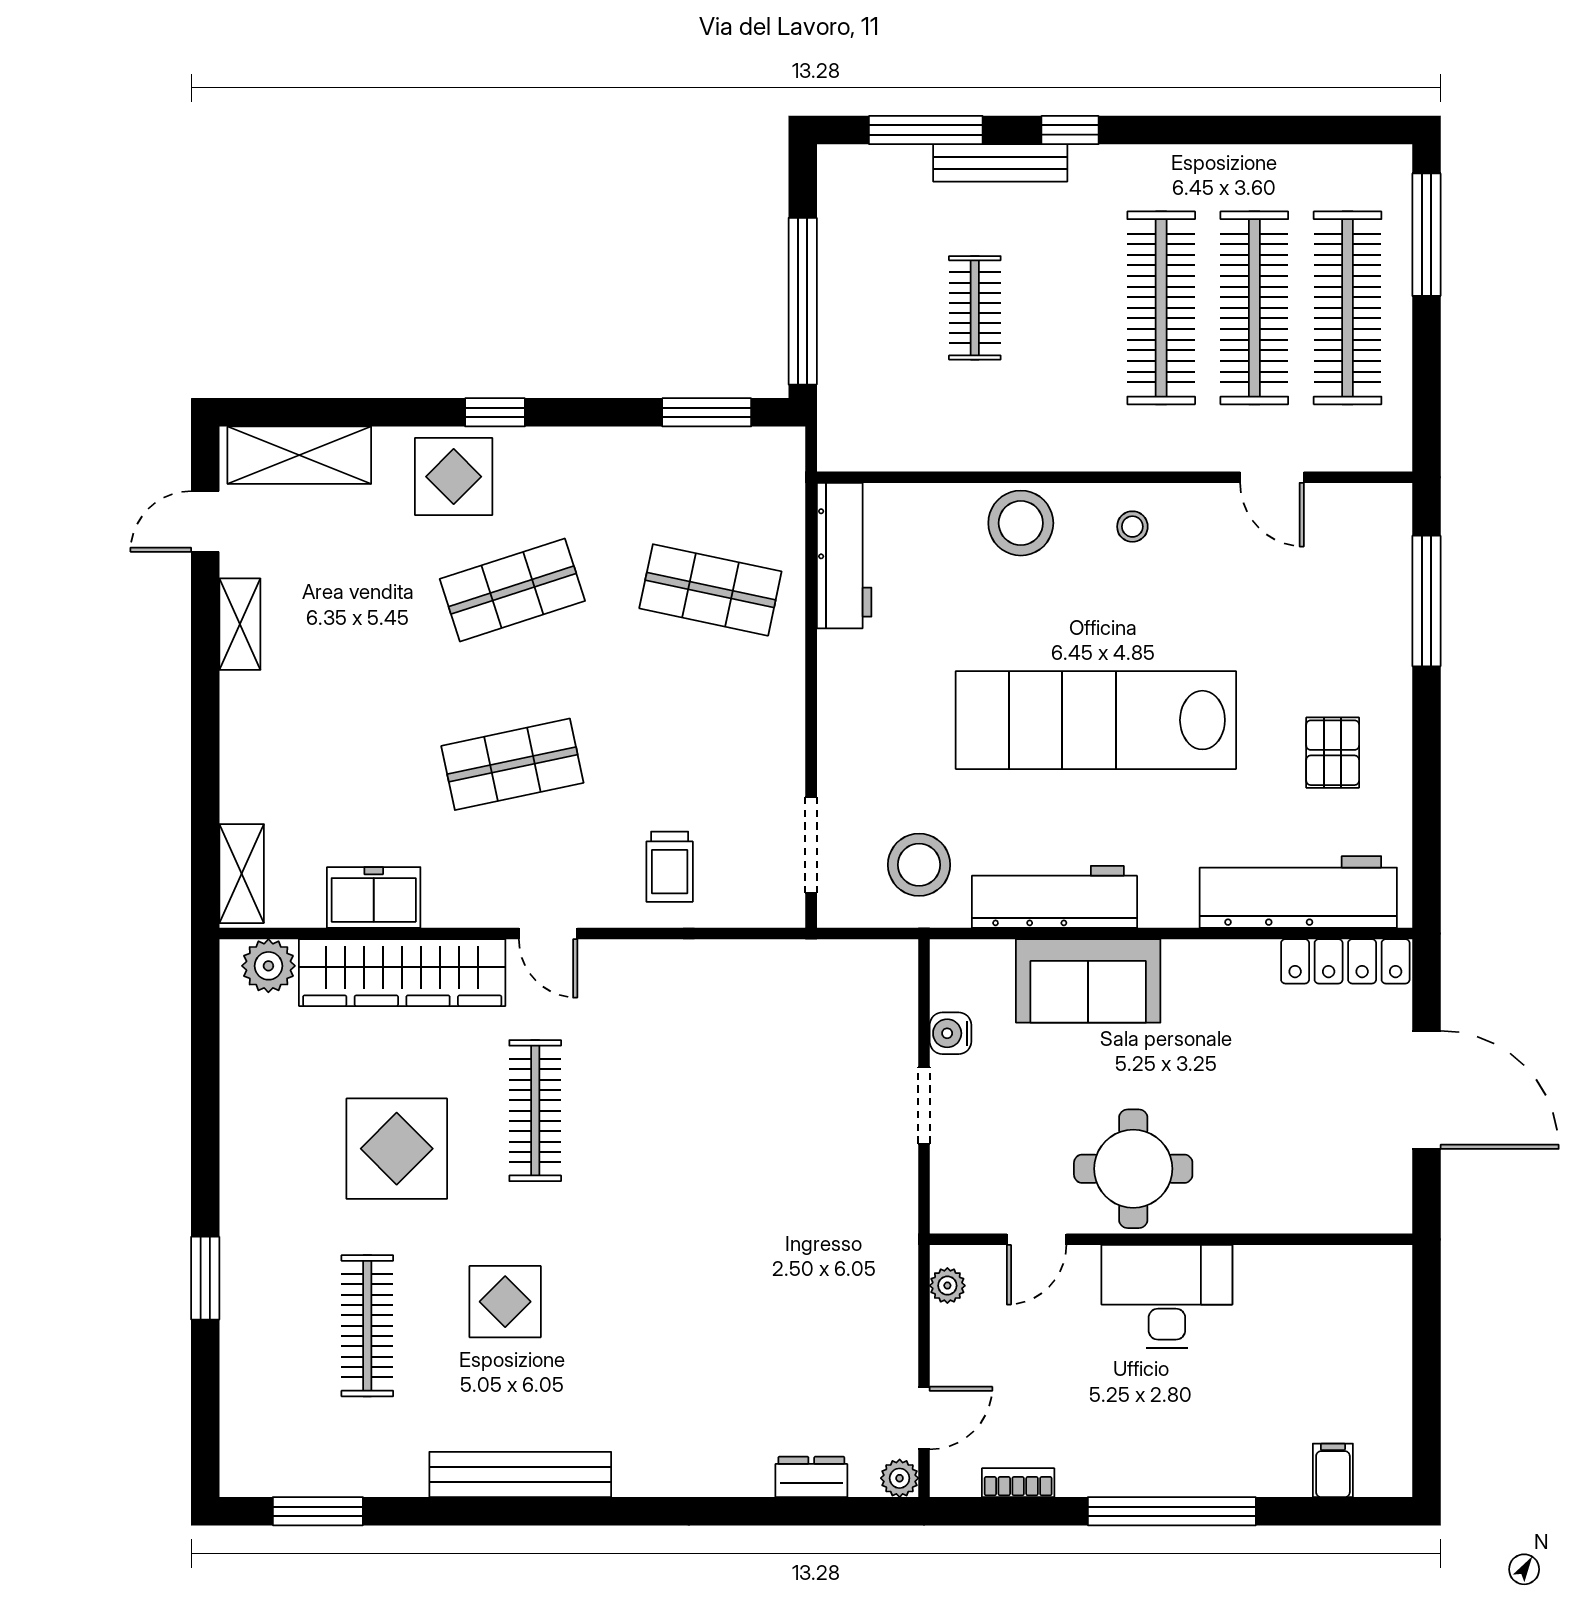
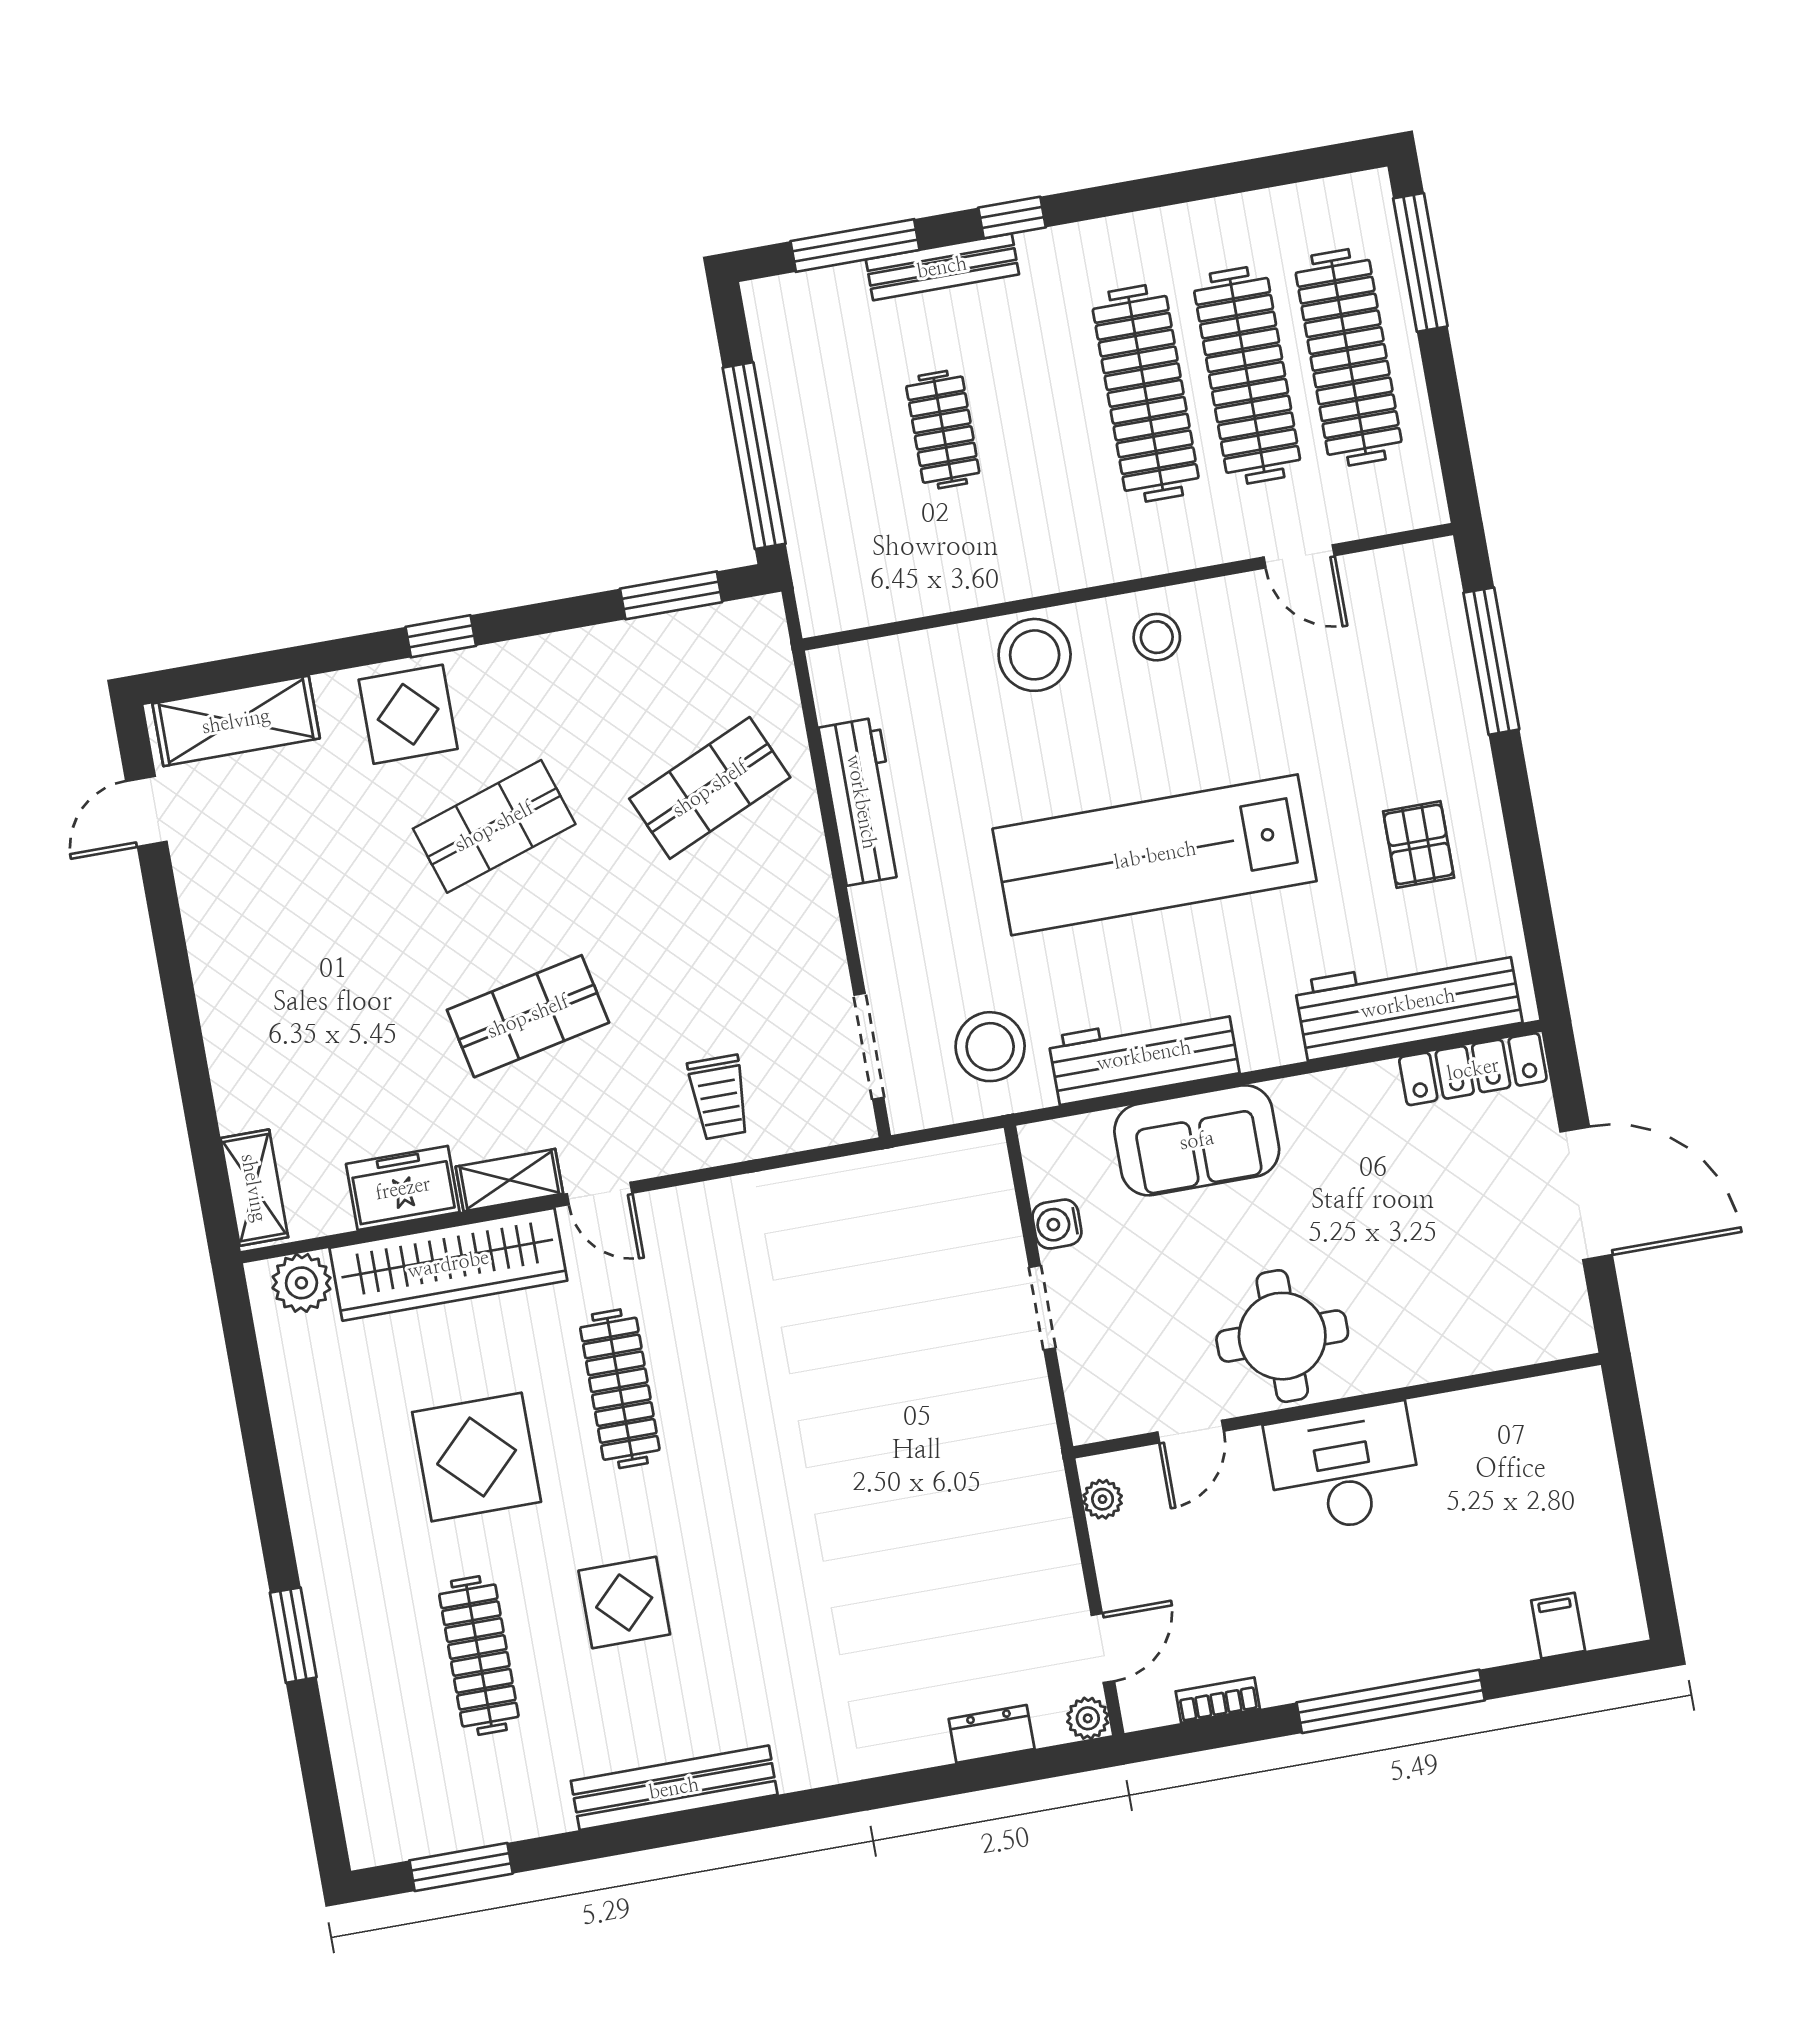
stool: (1132, 527) -> (1157, 637), width x1.37, depth x1.37
workbench: (844, 556) -> (862, 802), moved
shop shelf: (710, 590) -> (710, 788), turned -36
shelving: (240, 624) -> (509, 1180), moved, turned 90

